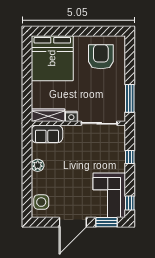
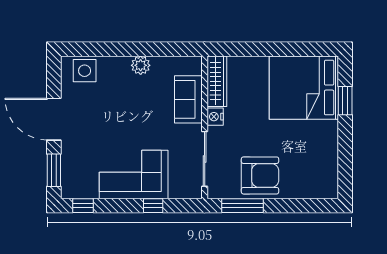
window: (61, 31) -> (345, 101), added
armchair: (101, 57) -> (260, 175), moved
sofa: (47, 134) -> (188, 99), moved
corner sofa: (109, 195) -> (134, 174), moved

